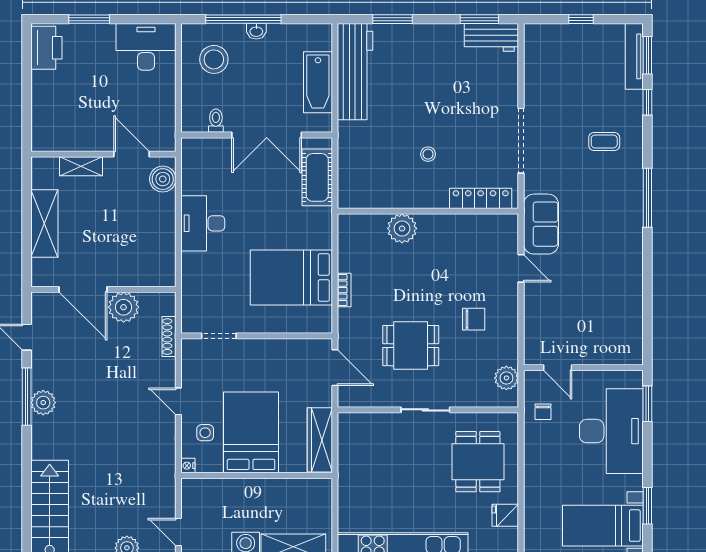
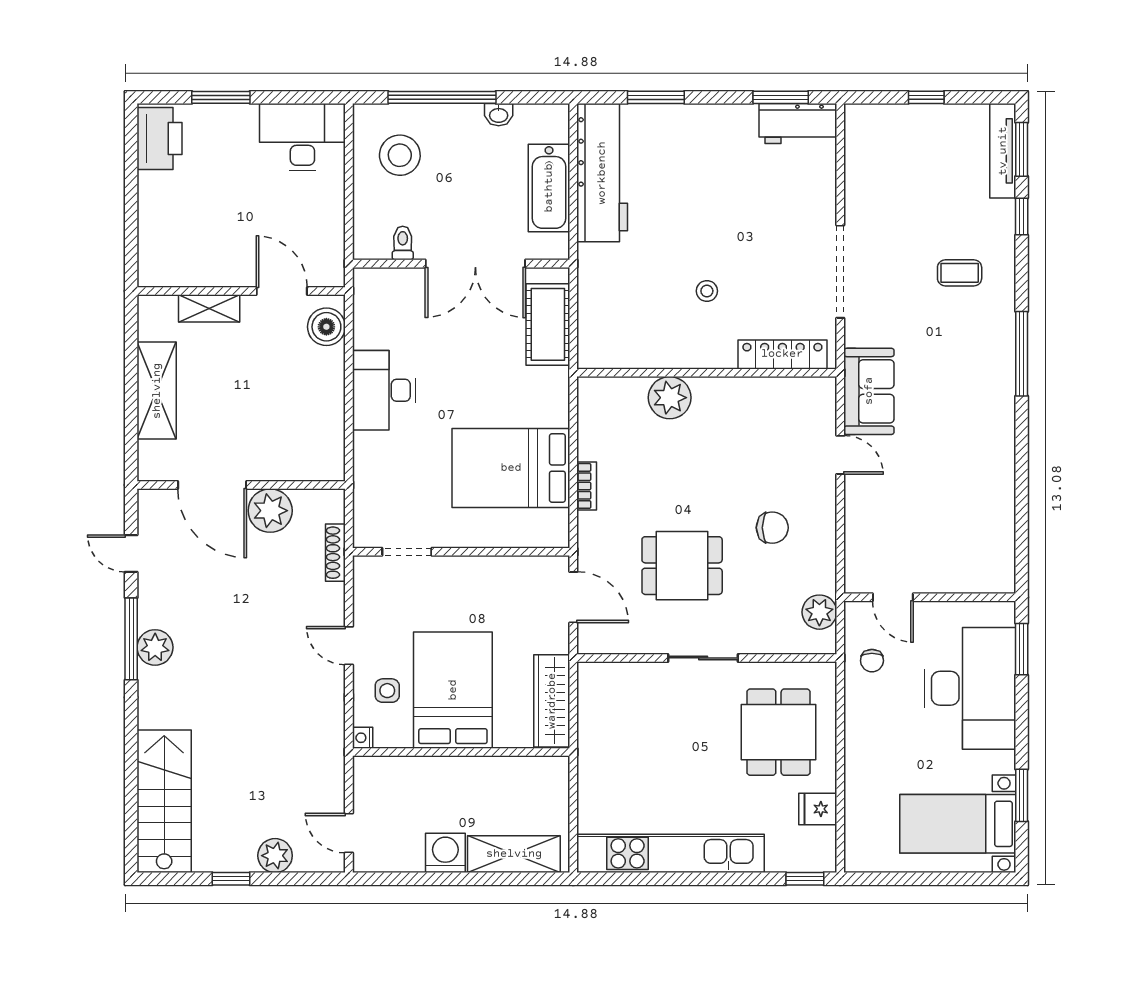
washbasin: (256, 31) -> (499, 115), moved

